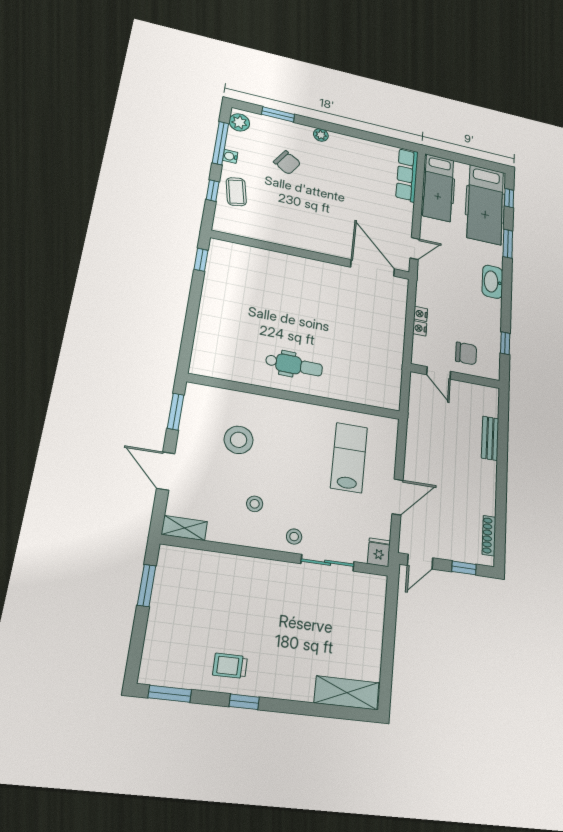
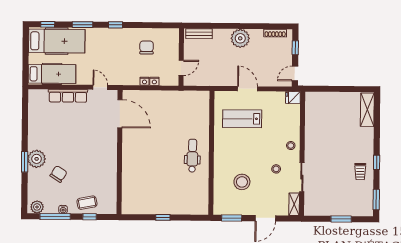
window: (278, 114) -> (25, 162), moved
plant: (321, 135) -> (37, 159), width x1.88, depth x1.88
row of seats: (407, 175) -> (68, 96), moved
window: (201, 260) -> (163, 217), moved
door: (373, 268) -> (120, 114), swing flipped
washbasin: (492, 282) -> (112, 35), removed
window: (505, 343) -> (116, 25), moved
chair: (466, 353) -> (147, 47), moved
bench: (490, 438) -> (199, 34), moved
plant: (482, 475) -> (240, 38), added
door: (398, 497) -> (248, 89), moved
door: (420, 562) -> (295, 74), swing flipped
sliding door: (328, 563) -> (302, 177), moved
window: (147, 585) -> (341, 219), moved

